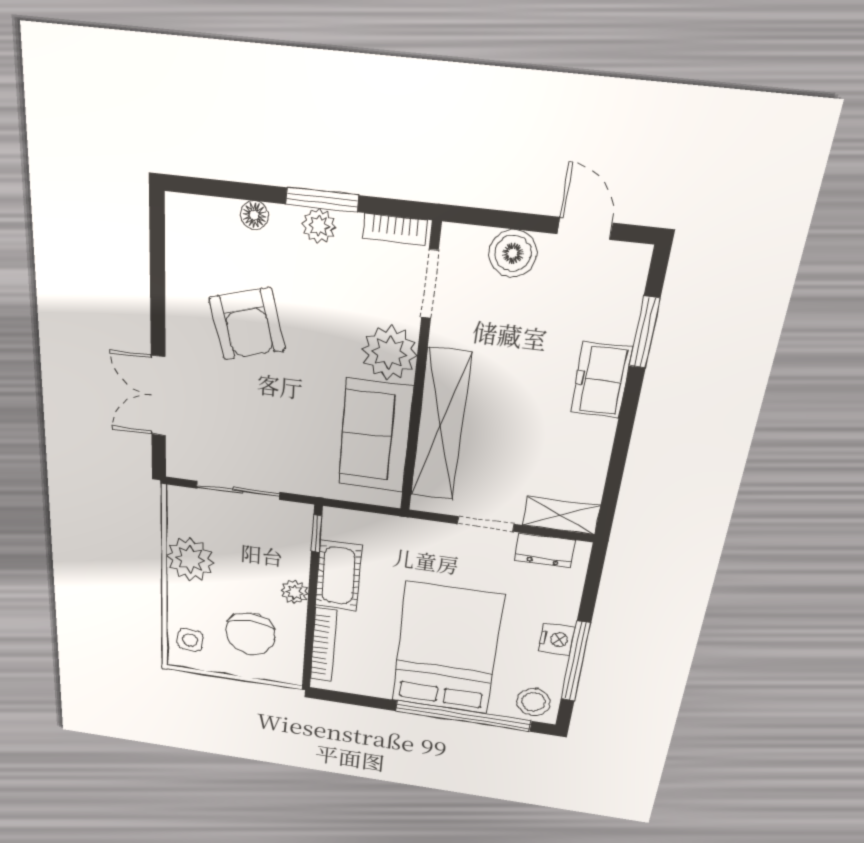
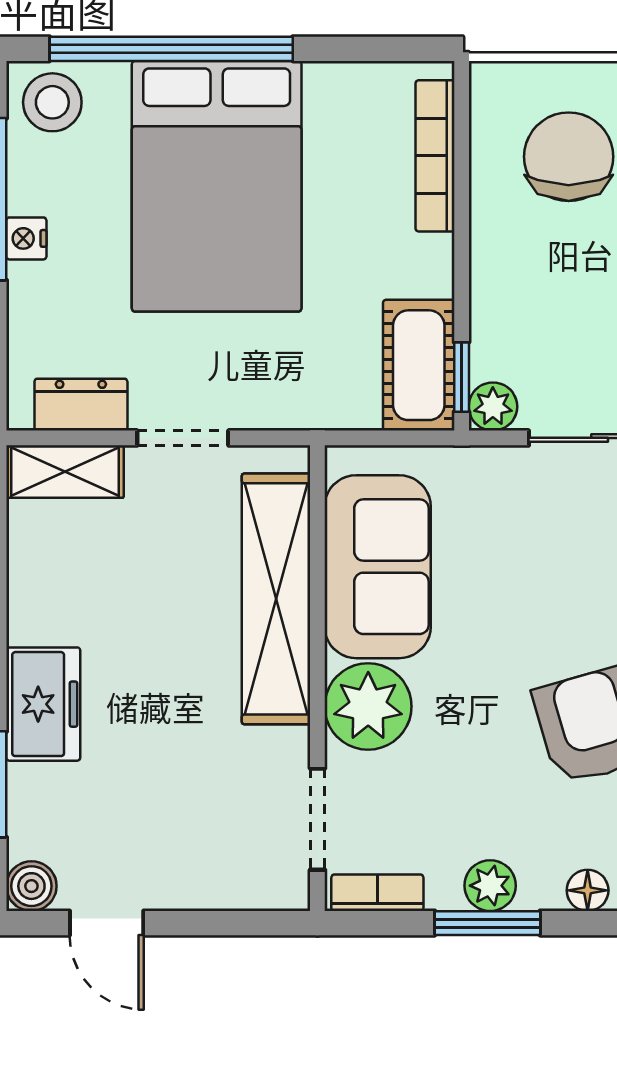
boiler: (513, 253) -> (31, 886), moved, width x0.73, depth x0.73
cot: (338, 576) -> (419, 365), moved
plant: (295, 592) -> (493, 407), moved
nightstand: (557, 639) -> (26, 238), width x0.72, depth x0.74

